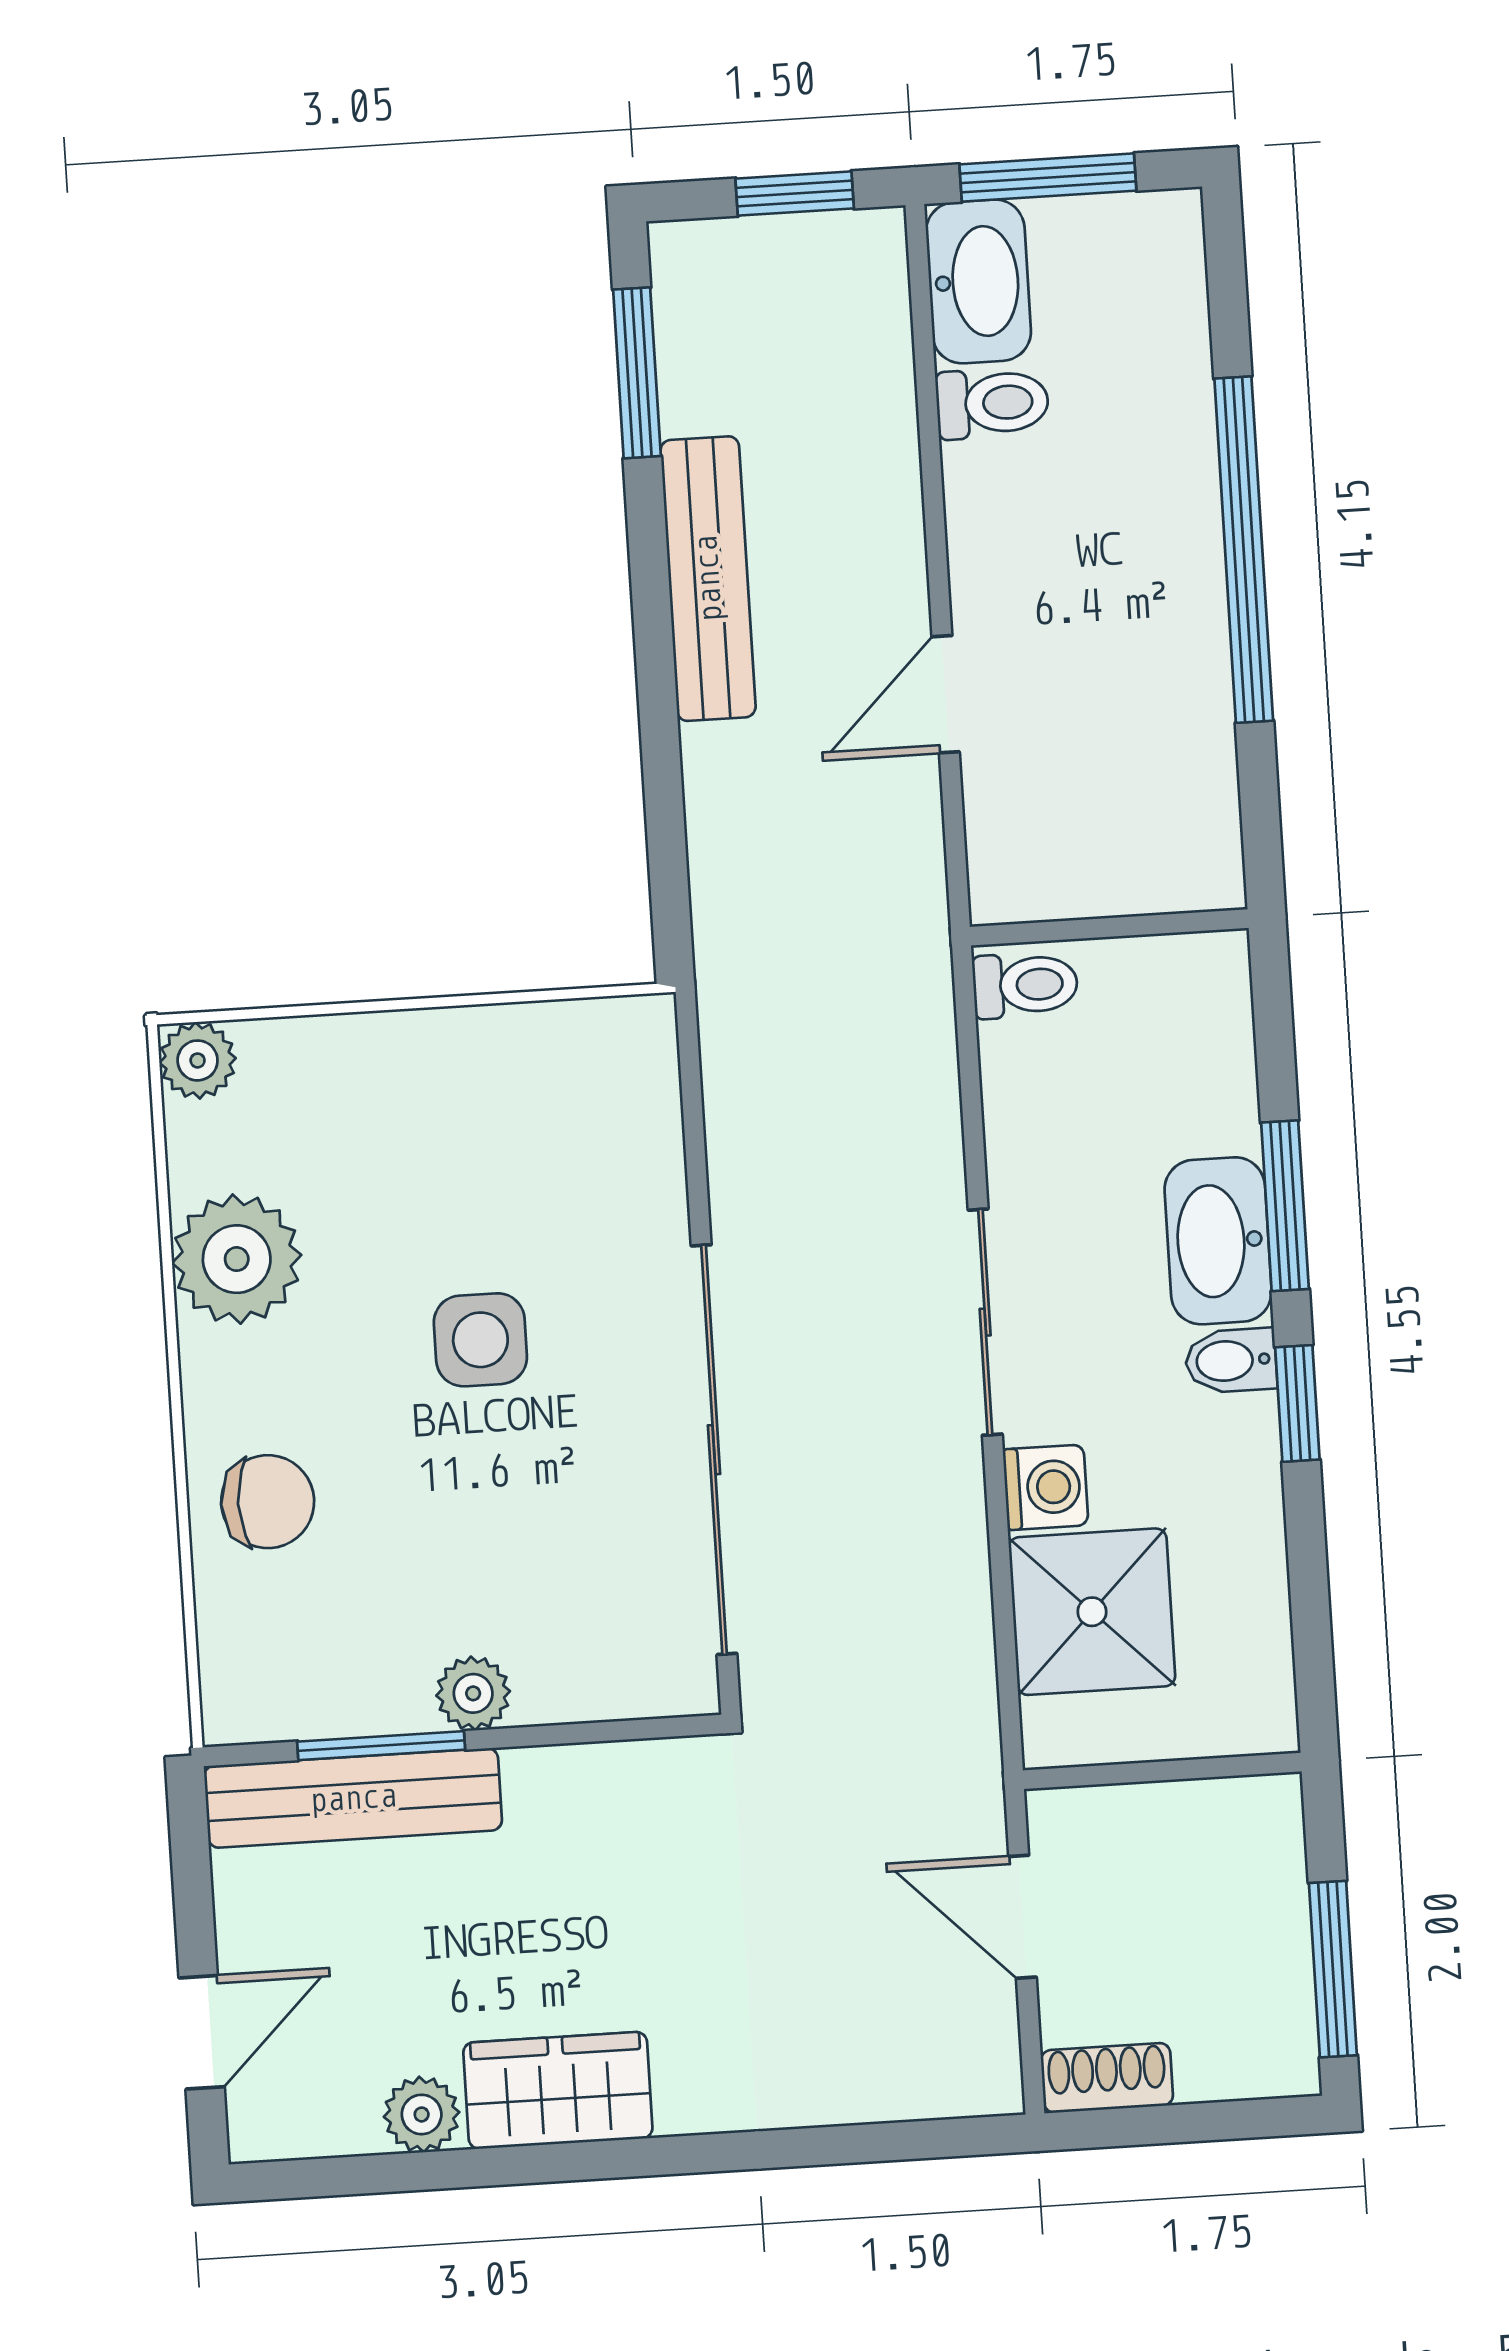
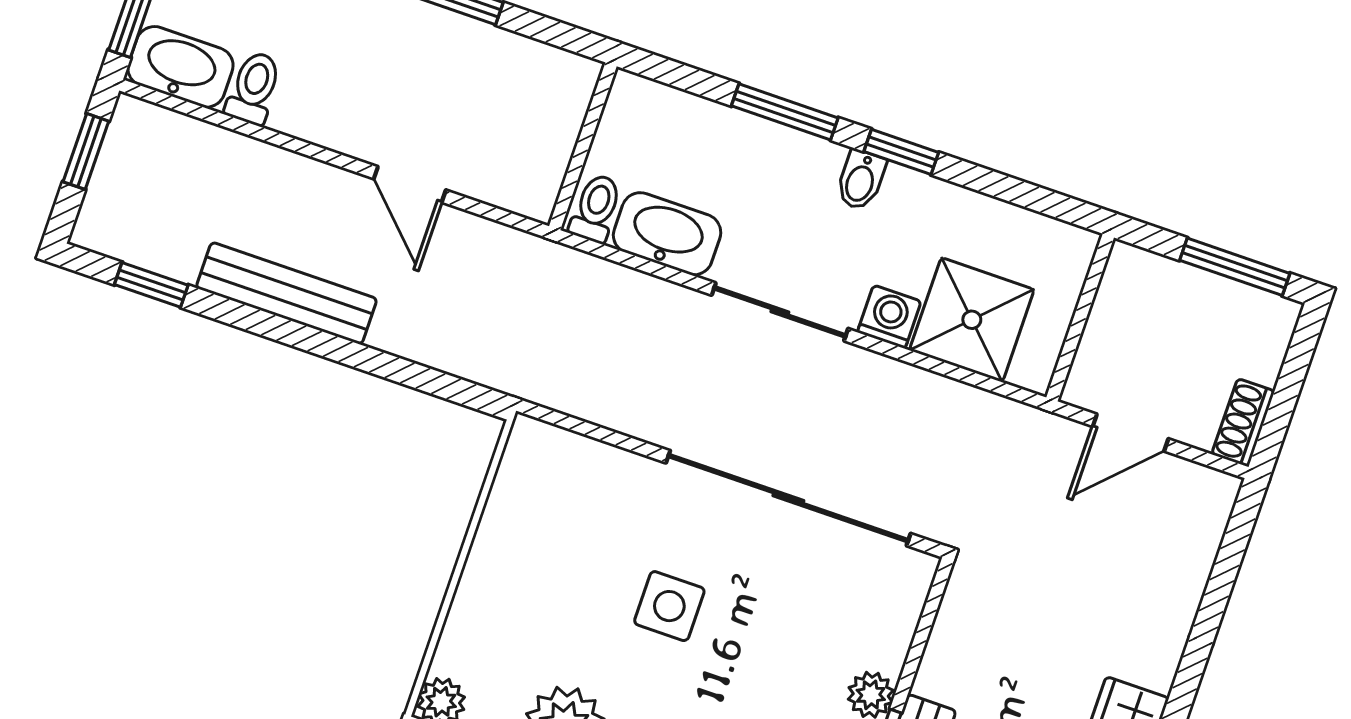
window: (637, 373) -> (151, 285), width x0.67
washbasin: (1218, 1241) -> (667, 234), moved, turned 180

